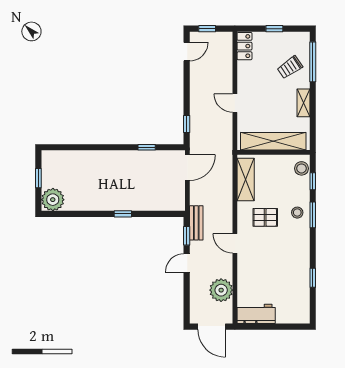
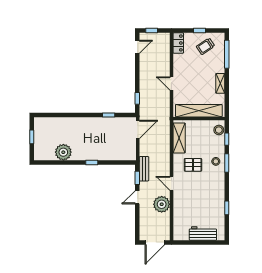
trolley: (290, 67) -> (206, 46), moved
plant: (53, 200) -> (63, 152), moved
plant: (221, 290) -> (162, 204), moved
workbench: (256, 314) -> (203, 234), moved
door: (212, 327) -> (155, 243), hinge flipped

